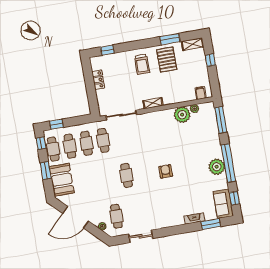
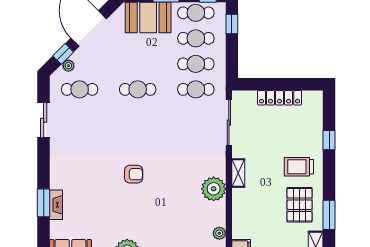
window: (107, 50) -> (329, 140), moved
pallet: (167, 60) -> (300, 205), turned 90
locker: (98, 80) -> (280, 98), width x1.53
plant: (182, 115) -> (214, 189), moved
cafe table: (126, 175) -> (138, 89), moved
window: (211, 224) -> (44, 203), moved
window: (95, 231) -> (63, 54), added

